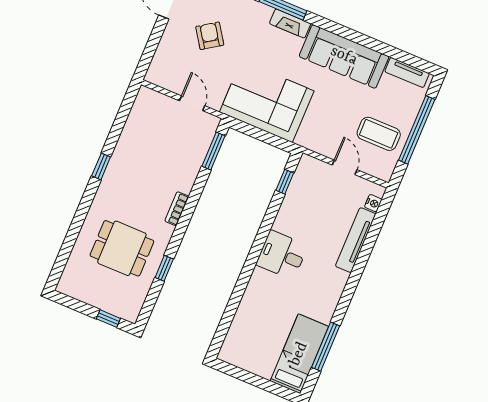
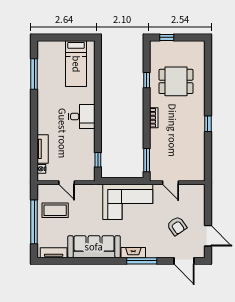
tv unit: (356, 240) -> (43, 149), width x0.71
bed: (299, 354) -> (76, 64), moved

